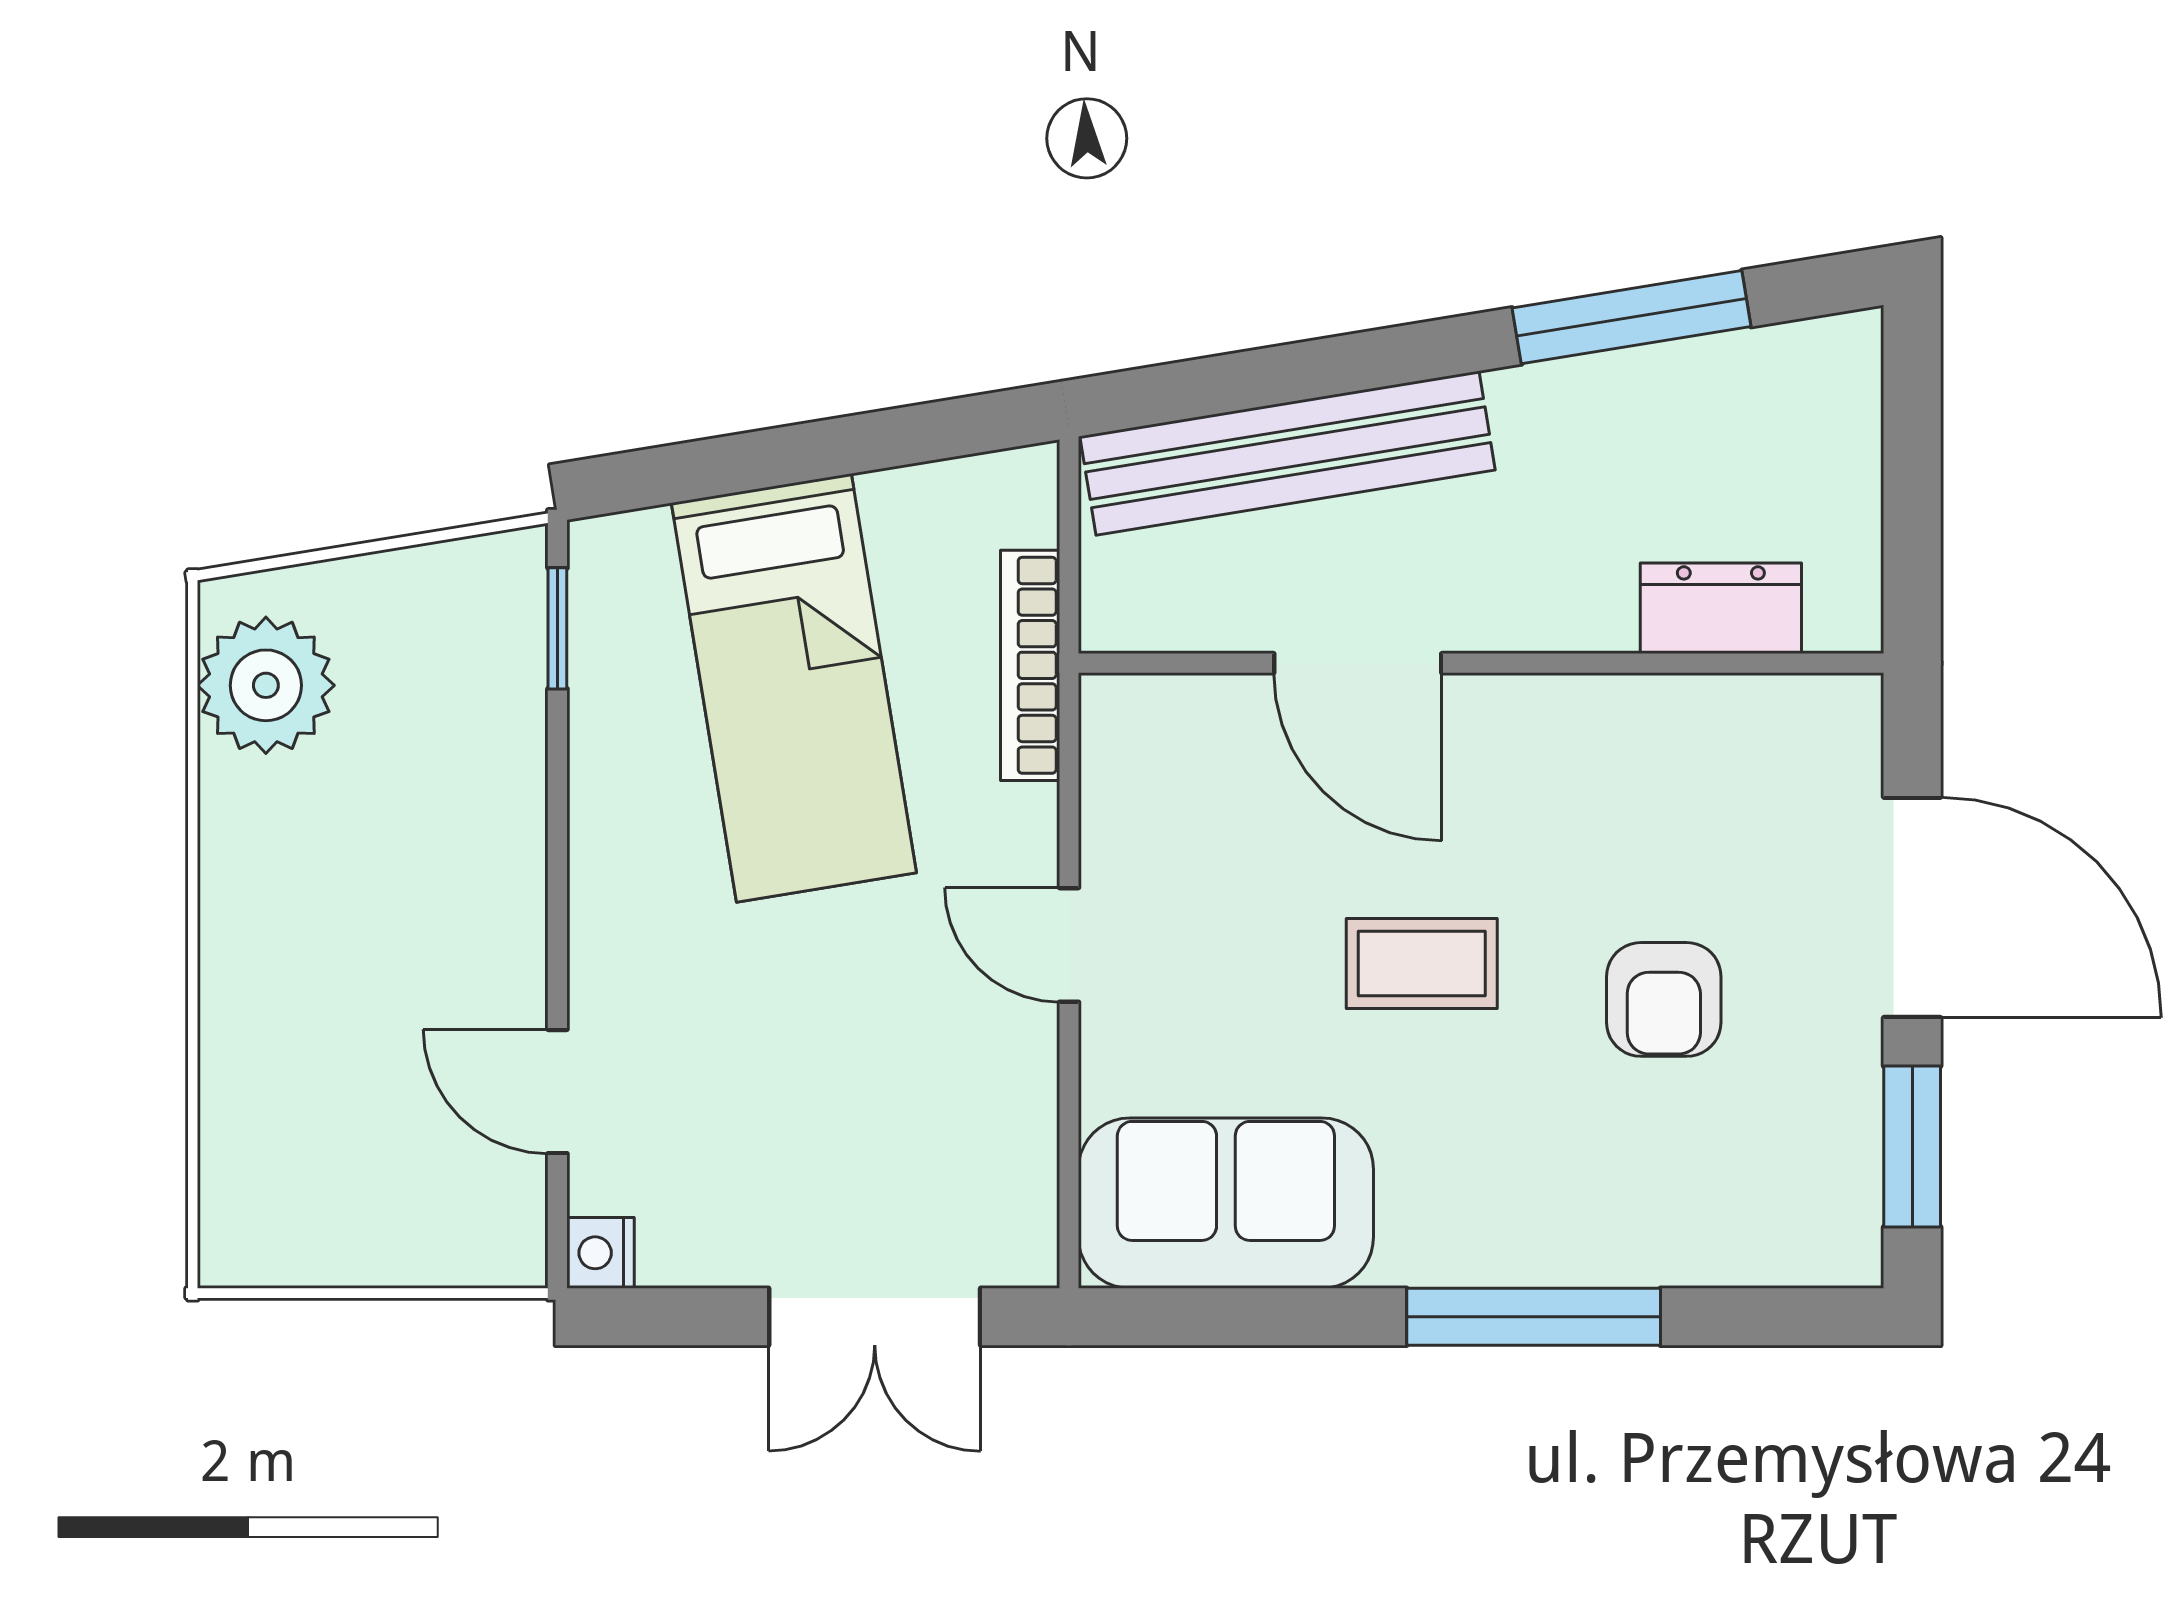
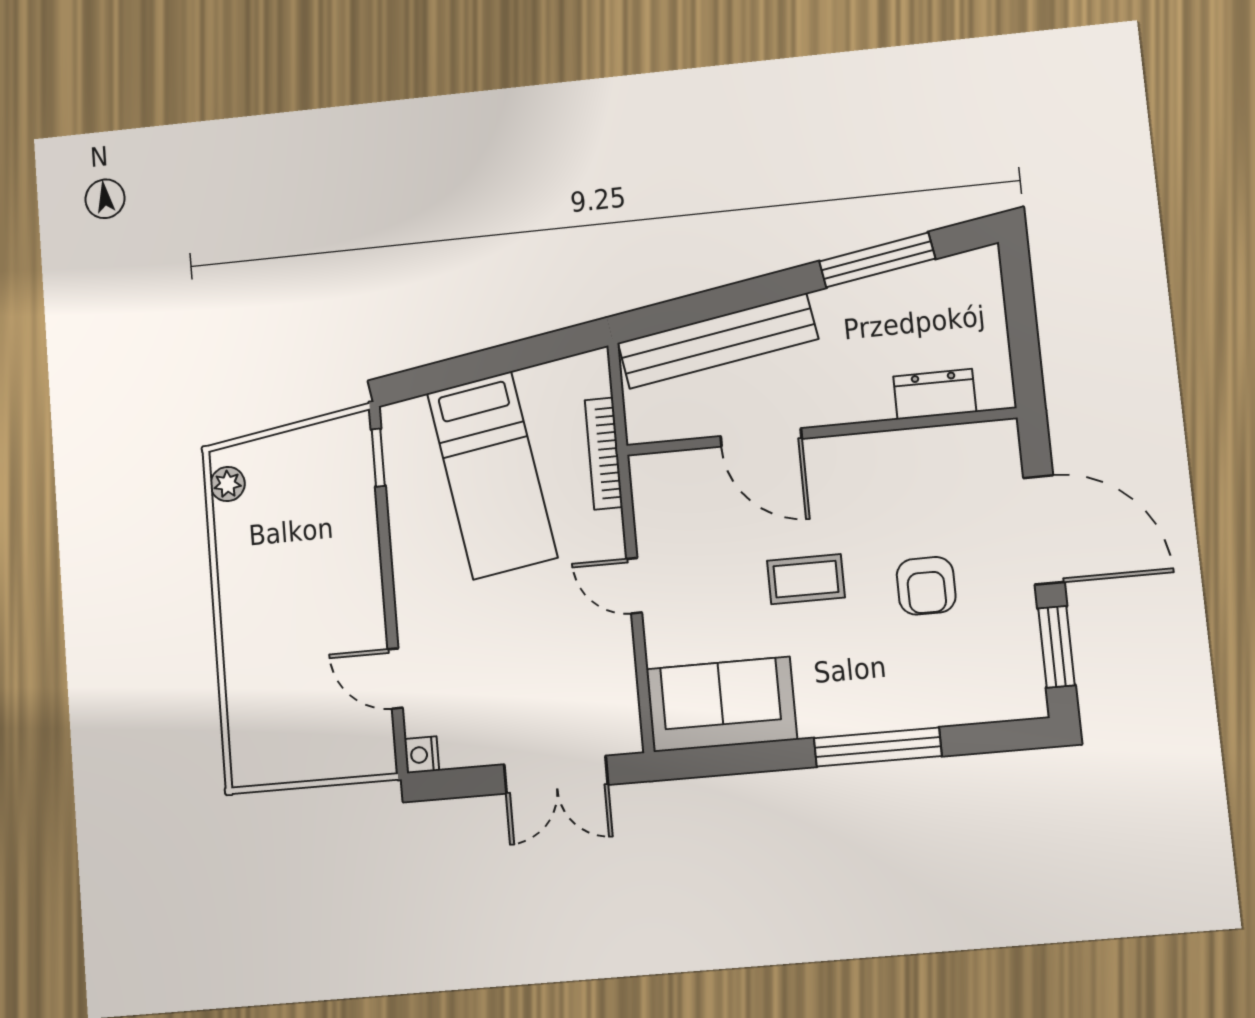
plant: (266, 685) -> (228, 484), width x0.53, depth x0.53

